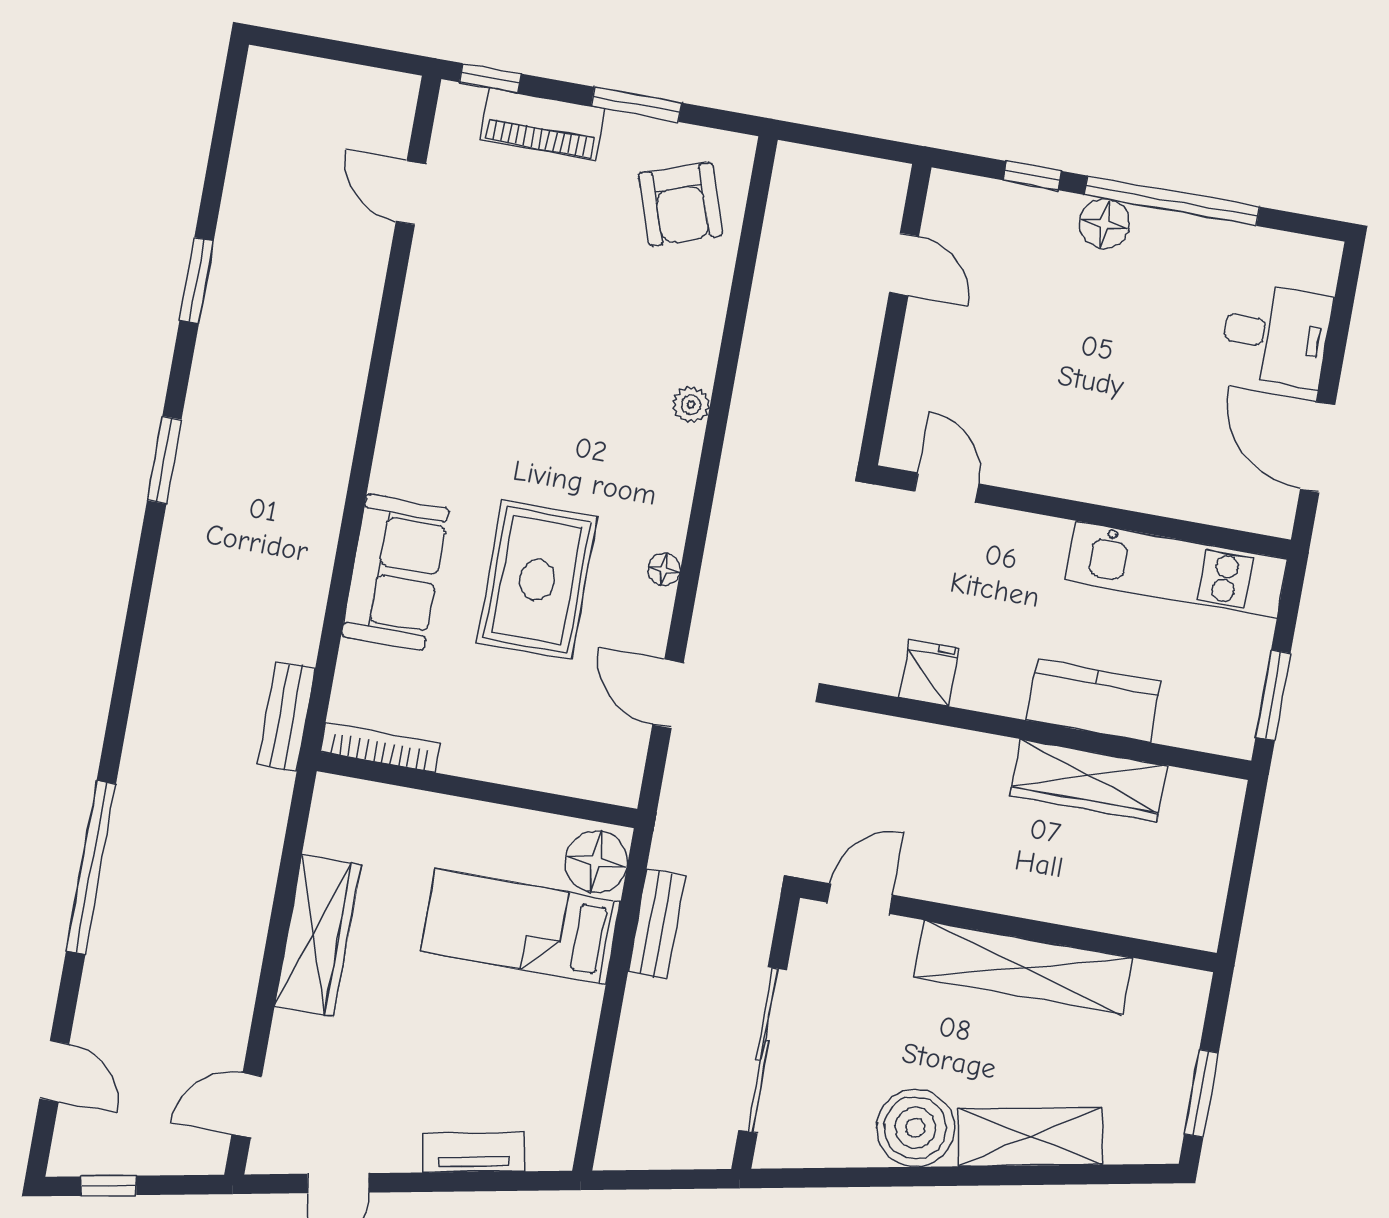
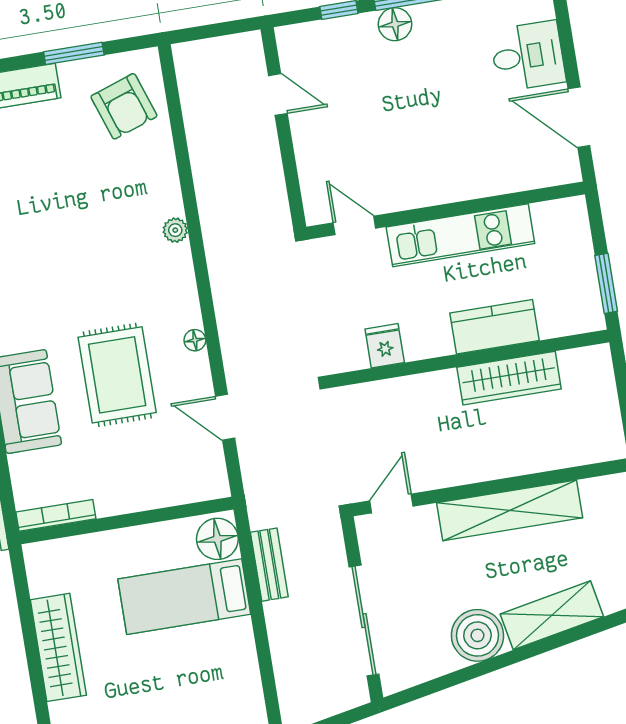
kitchen unit: (1176, 570) -> (460, 235), moved

